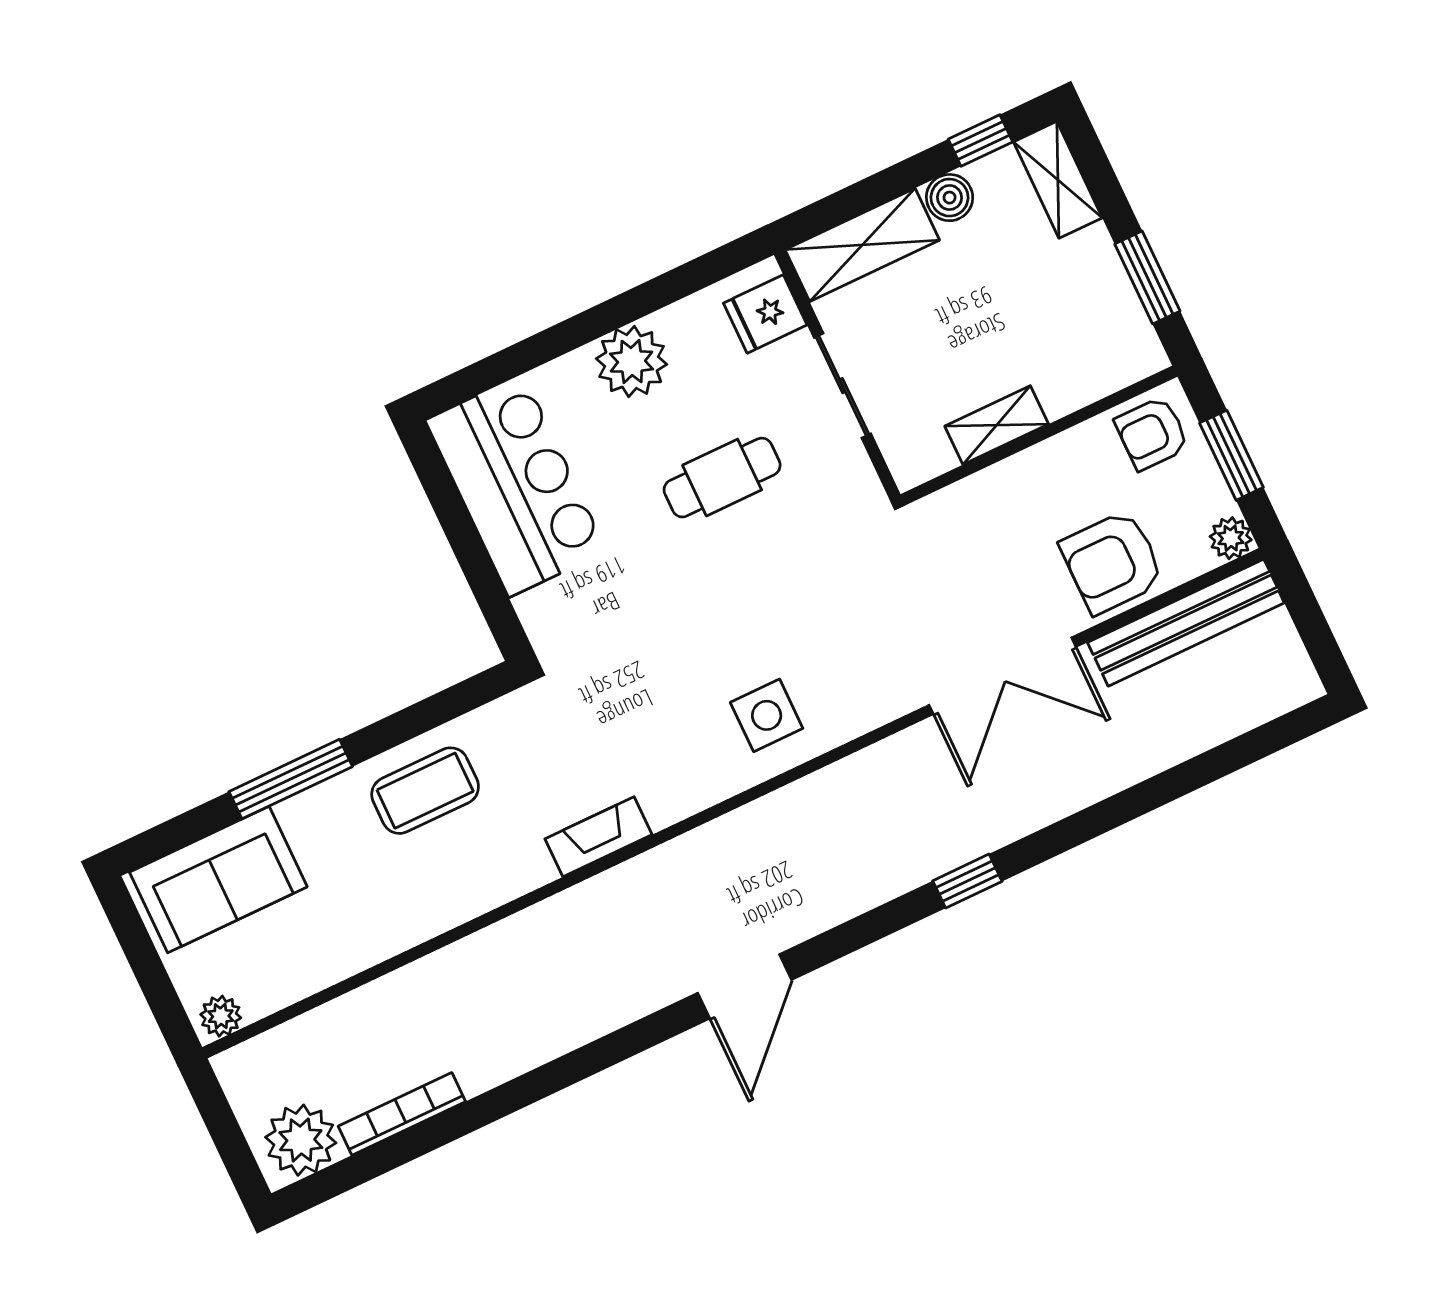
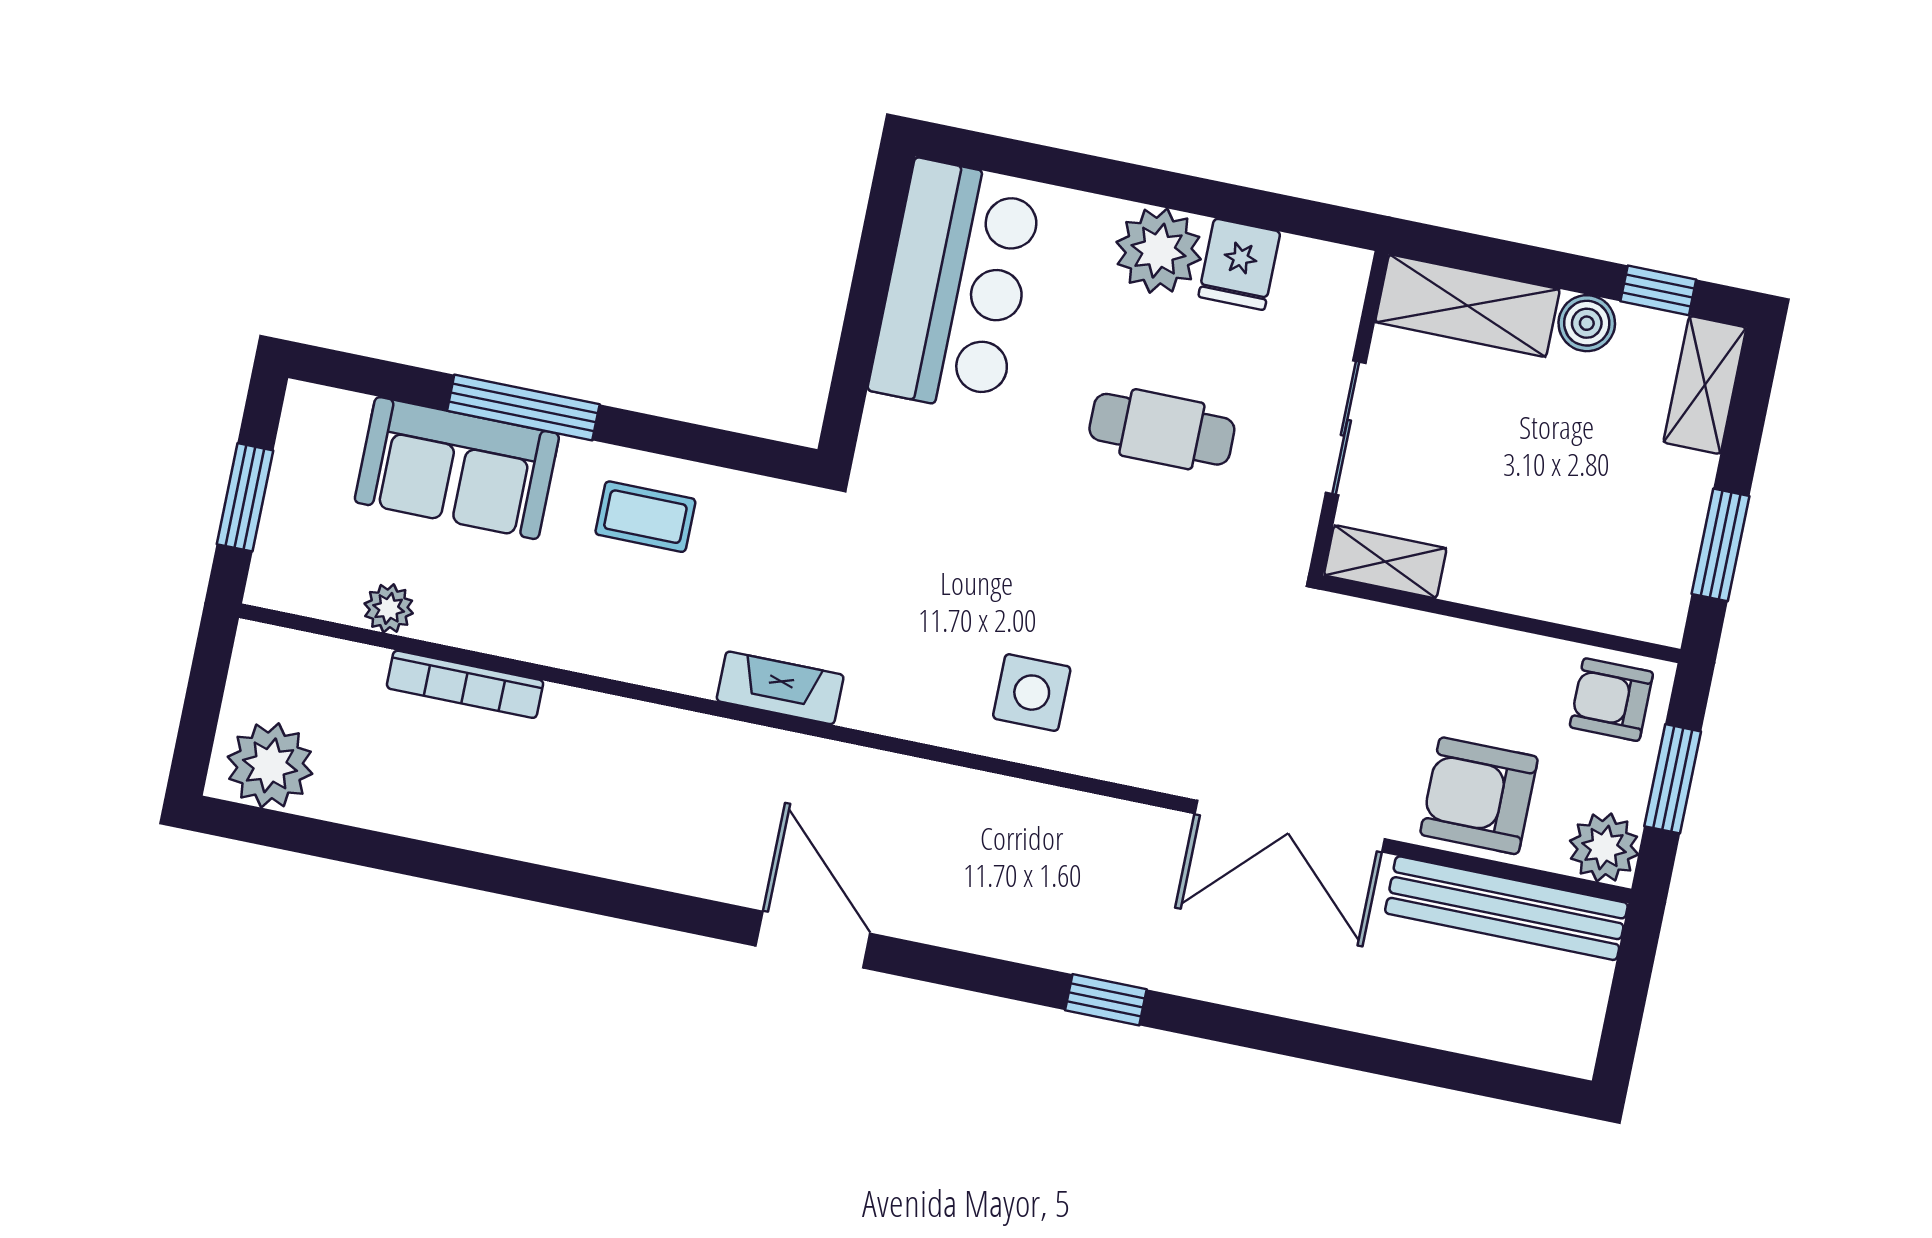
fridge: (765, 314) -> (1239, 264), moved, turned -90
shelving: (997, 425) -> (1385, 562), moved
plant: (1231, 538) -> (1604, 848), width x1.38, depth x1.38
coffee table: (425, 791) -> (645, 517), width x0.73, depth x0.77
sofa: (218, 879) -> (457, 468), moved
window: (152, 976) -> (245, 497), added
door: (745, 986) -> (813, 940), swing flipped
plant: (221, 1016) -> (389, 608), moved
bookcase: (402, 1114) -> (465, 684), moved, turned 180

